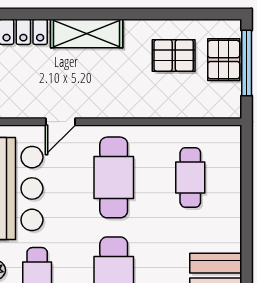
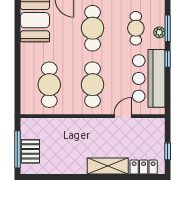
pallet: (174, 56) -> (59, 154), removed
cafe table: (190, 177) -> (49, 85), width x1.37, depth x1.35

